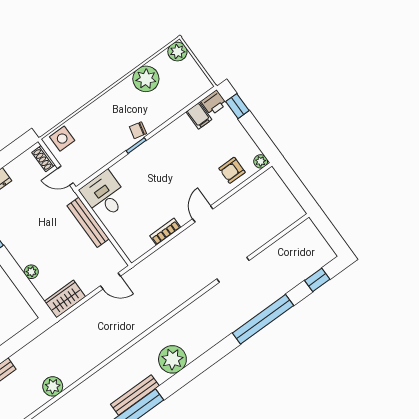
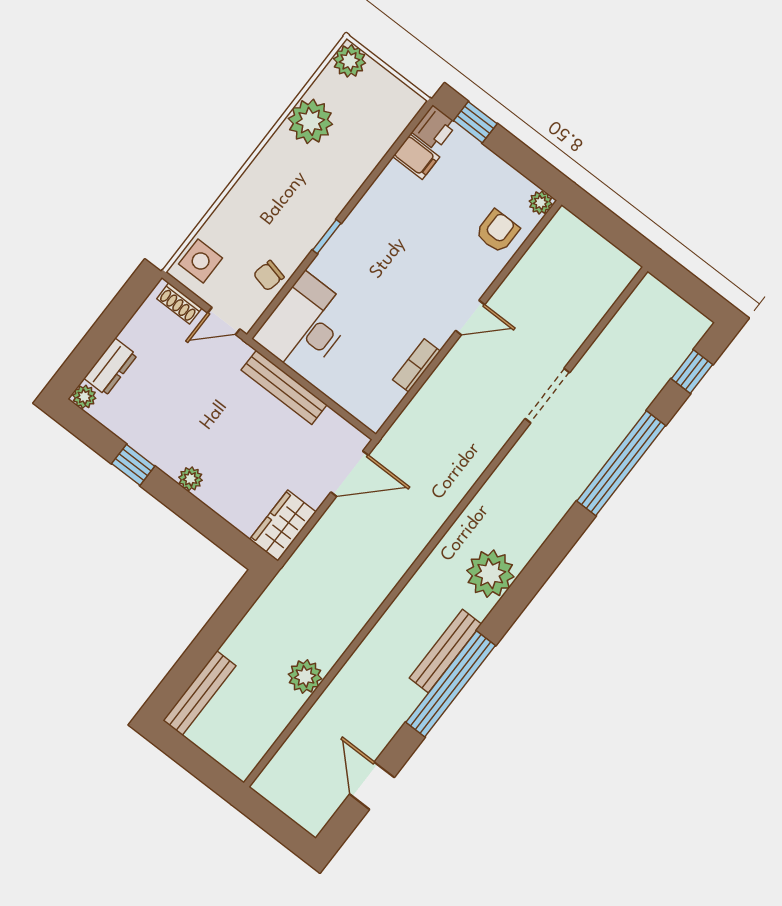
chair: (138, 130) -> (269, 276), moved
armchair: (232, 170) -> (497, 231), turned 180
desk: (104, 195) -> (305, 325), width x1.37
door: (203, 214) -> (470, 318), swing flipped
plant: (31, 272) -> (190, 479), moved
door: (110, 281) -> (350, 474), width x1.38

